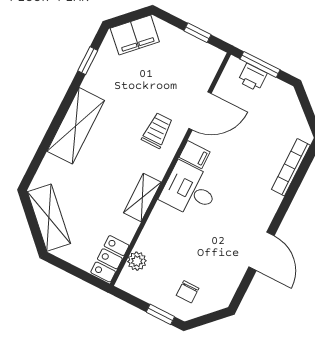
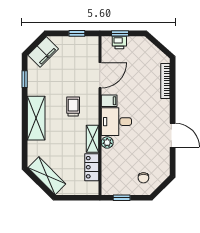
window: (260, 64) -> (120, 33), width x0.67
trolley: (157, 130) -> (73, 106), moved
locker: (110, 259) -> (92, 167), moved
plant: (137, 261) -> (107, 142), moved
window: (160, 314) -> (122, 198), moved

